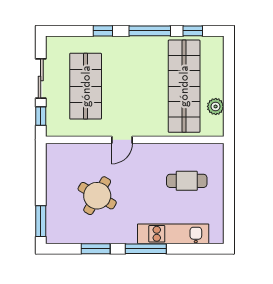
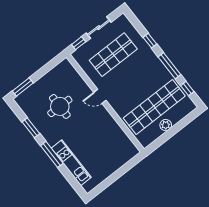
plant: (216, 106) -> (166, 125), moved
cafe table: (187, 181) -> (105, 148), removed
round table: (97, 196) -> (60, 106), turned -30

